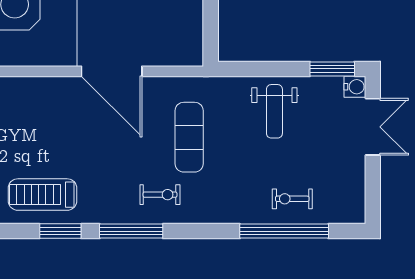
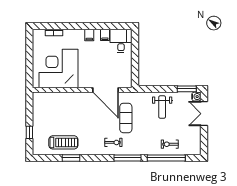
door: (112, 71) -> (105, 90), moved
double door: (373, 127) -> (204, 114), swing flipped
treadmill: (42, 195) -> (63, 142), turned 180
window: (131, 231) -> (127, 158), moved

